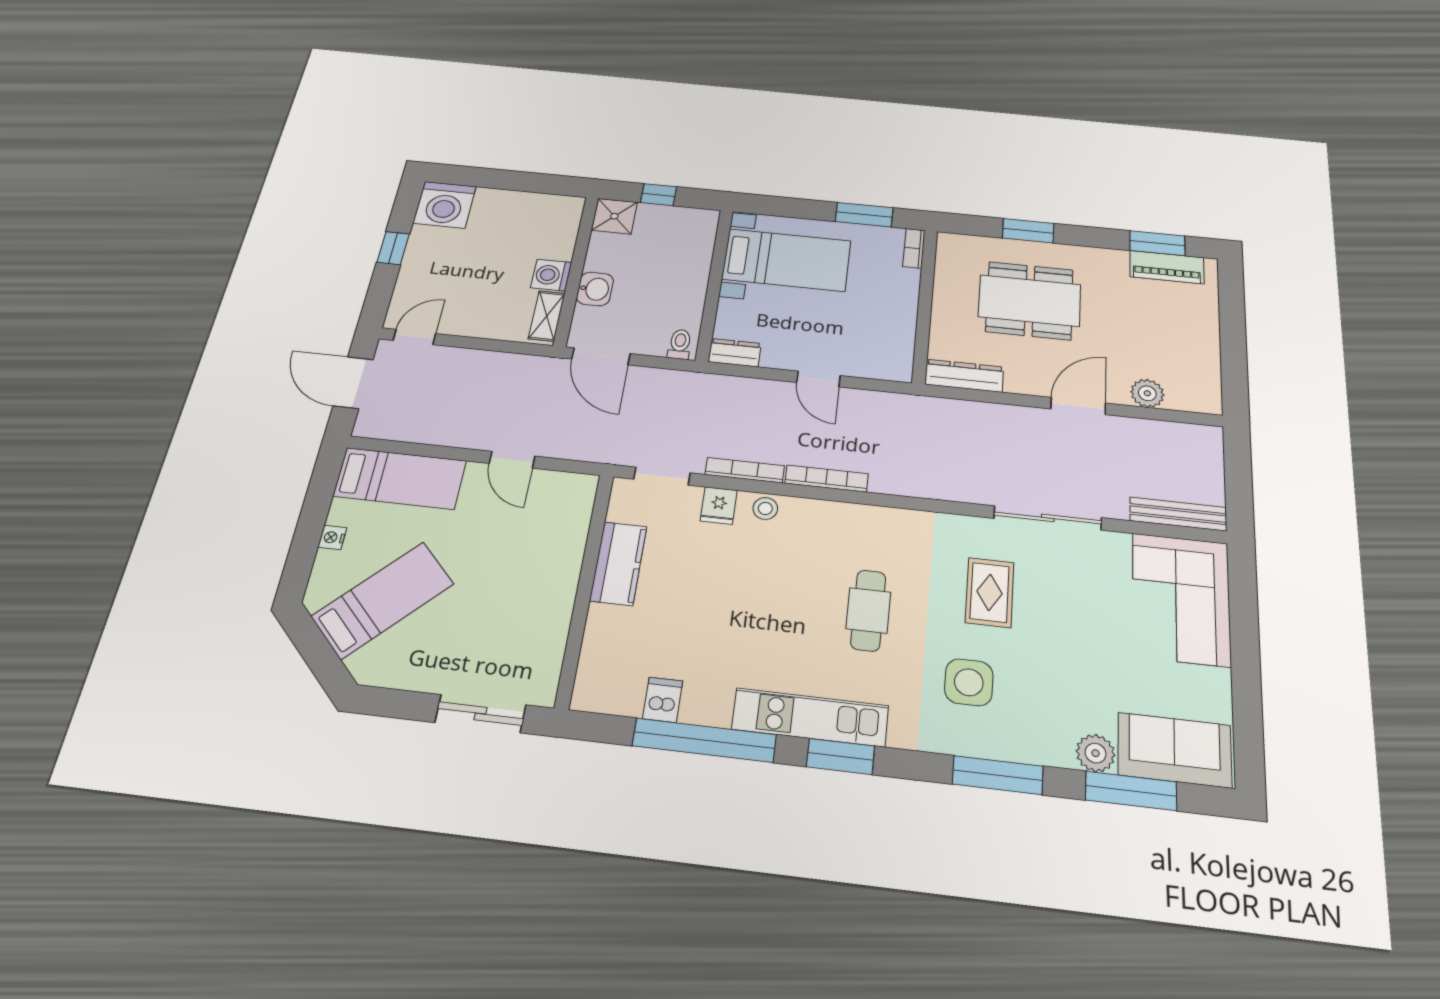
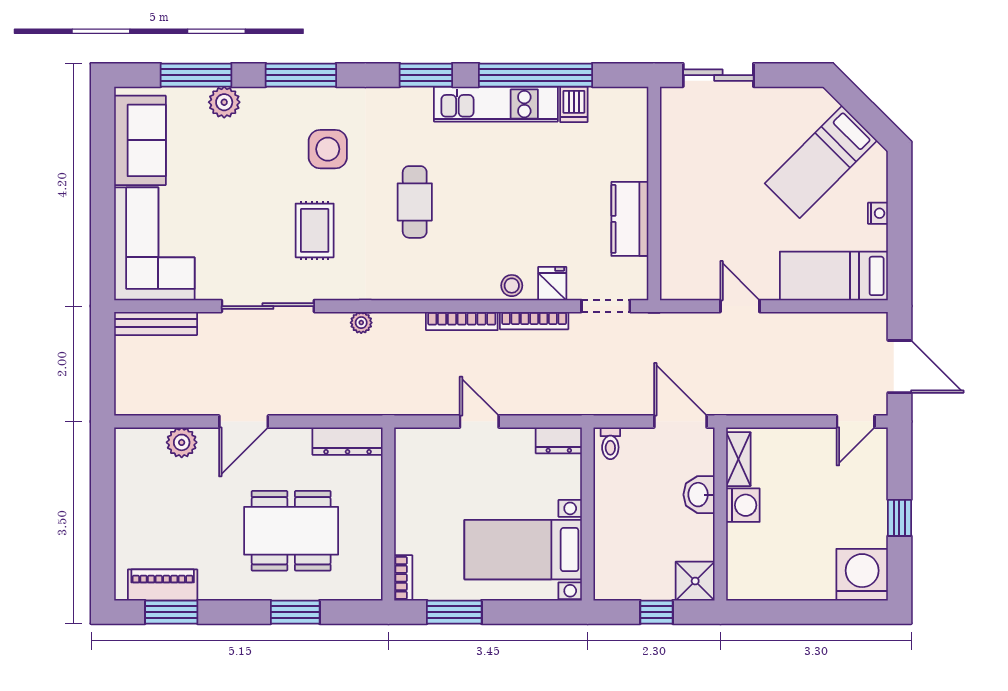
plant: (941, 489) -> (361, 323), added
kitchen unit: (810, 717) -> (496, 104), moved
sofa: (1175, 750) -> (140, 140), moved, turned -90

